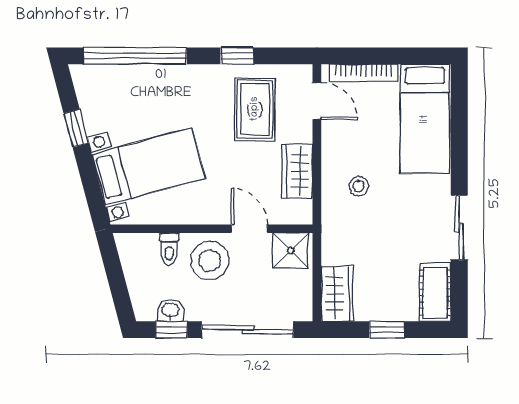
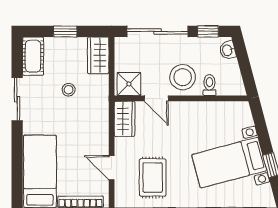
door: (317, 101) -> (112, 168), moved
bed with nightstands: (149, 166) -> (229, 163), moved
wardrobe: (297, 171) -> (125, 119), moved
stool: (359, 186) -> (69, 90), moved
washbasin: (170, 311) -> (228, 50), moved, turned 75

